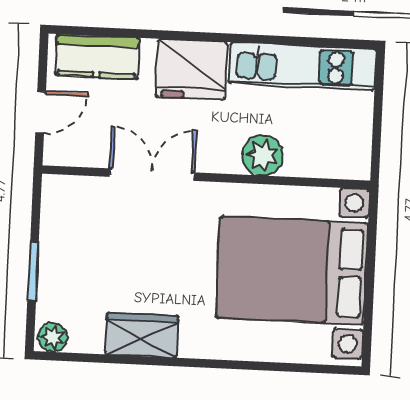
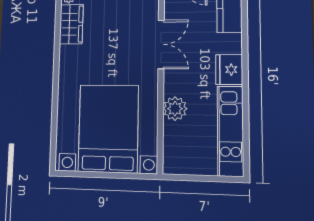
fridge: (191, 70) -> (229, 70), width x0.73, depth x0.75
wardrobe: (142, 335) -> (71, 24), moved

